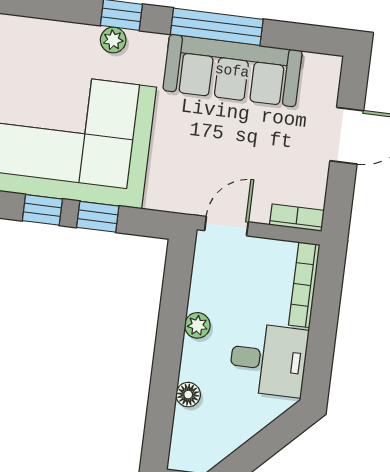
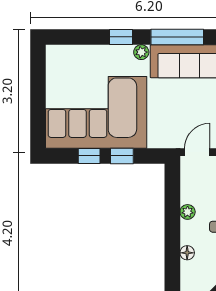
plant: (113, 40) -> (141, 52), moved

